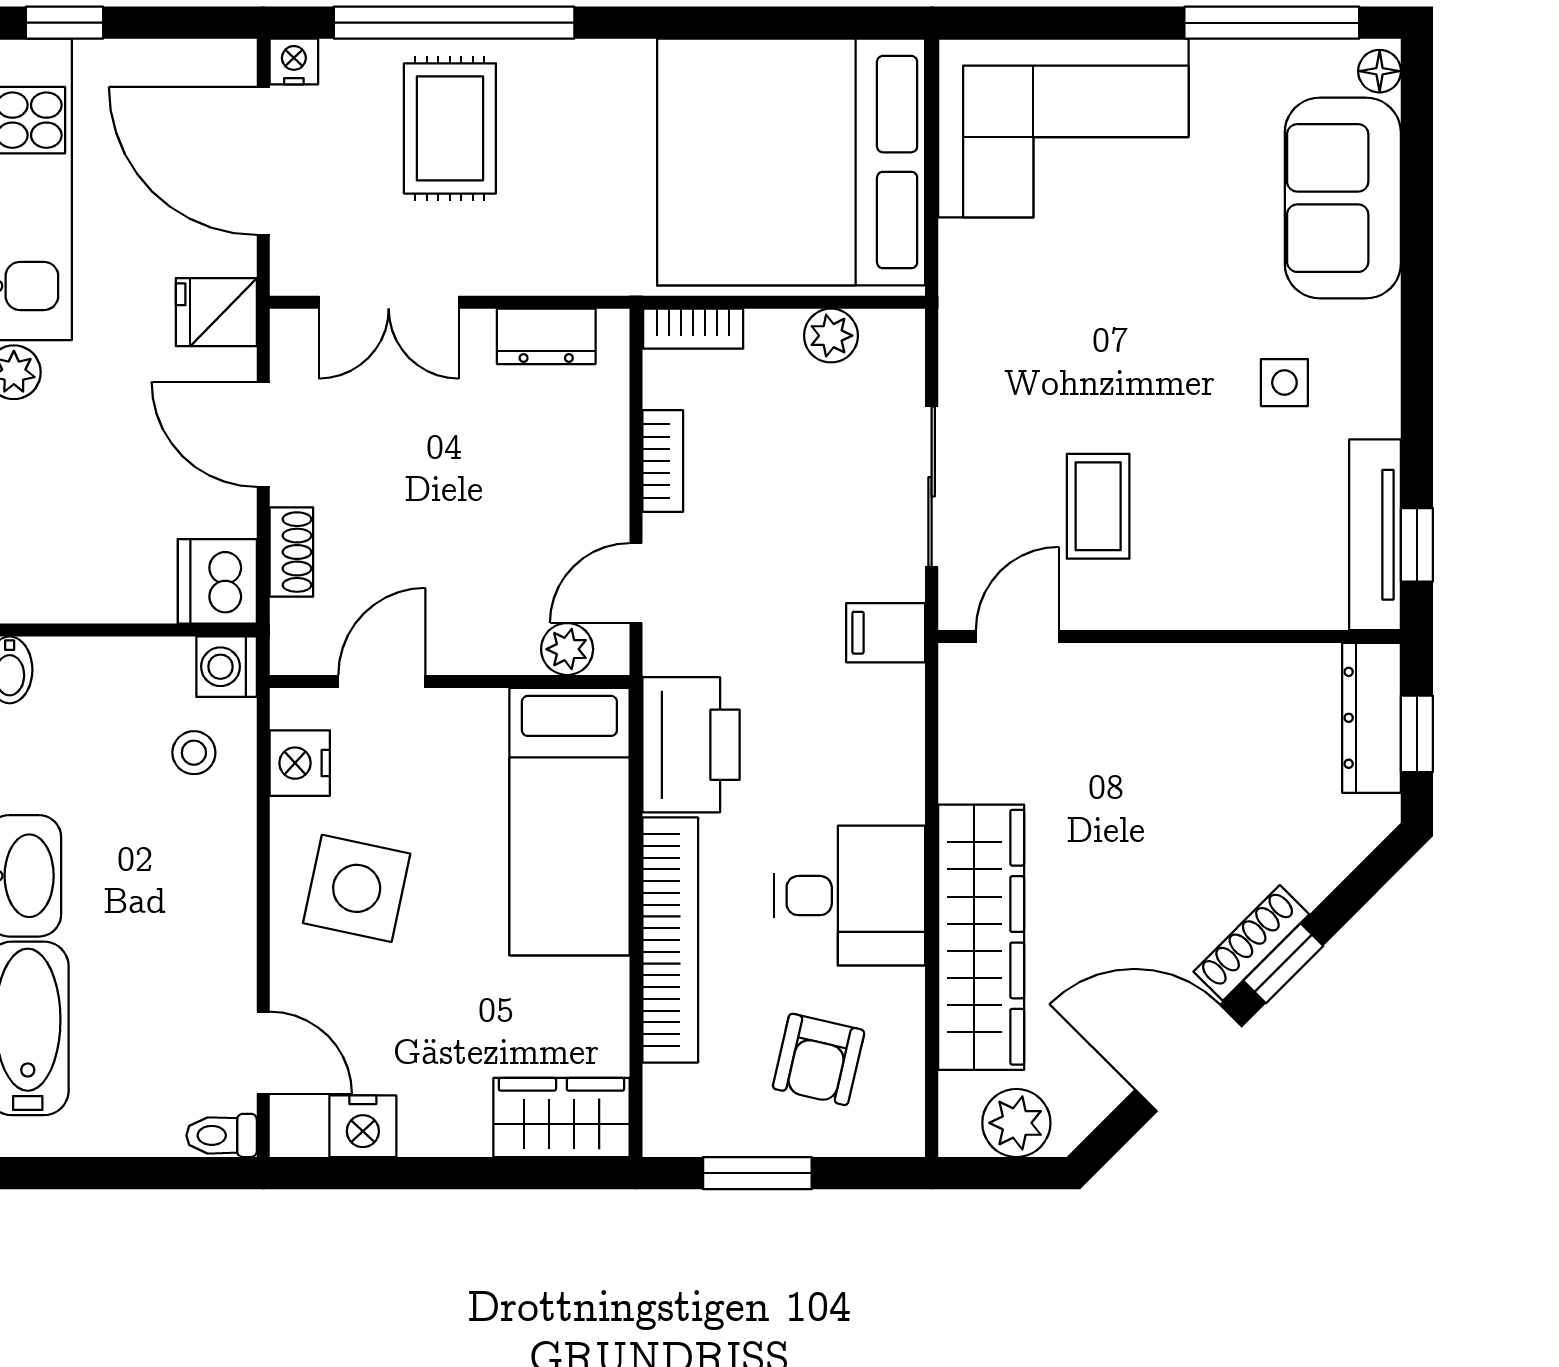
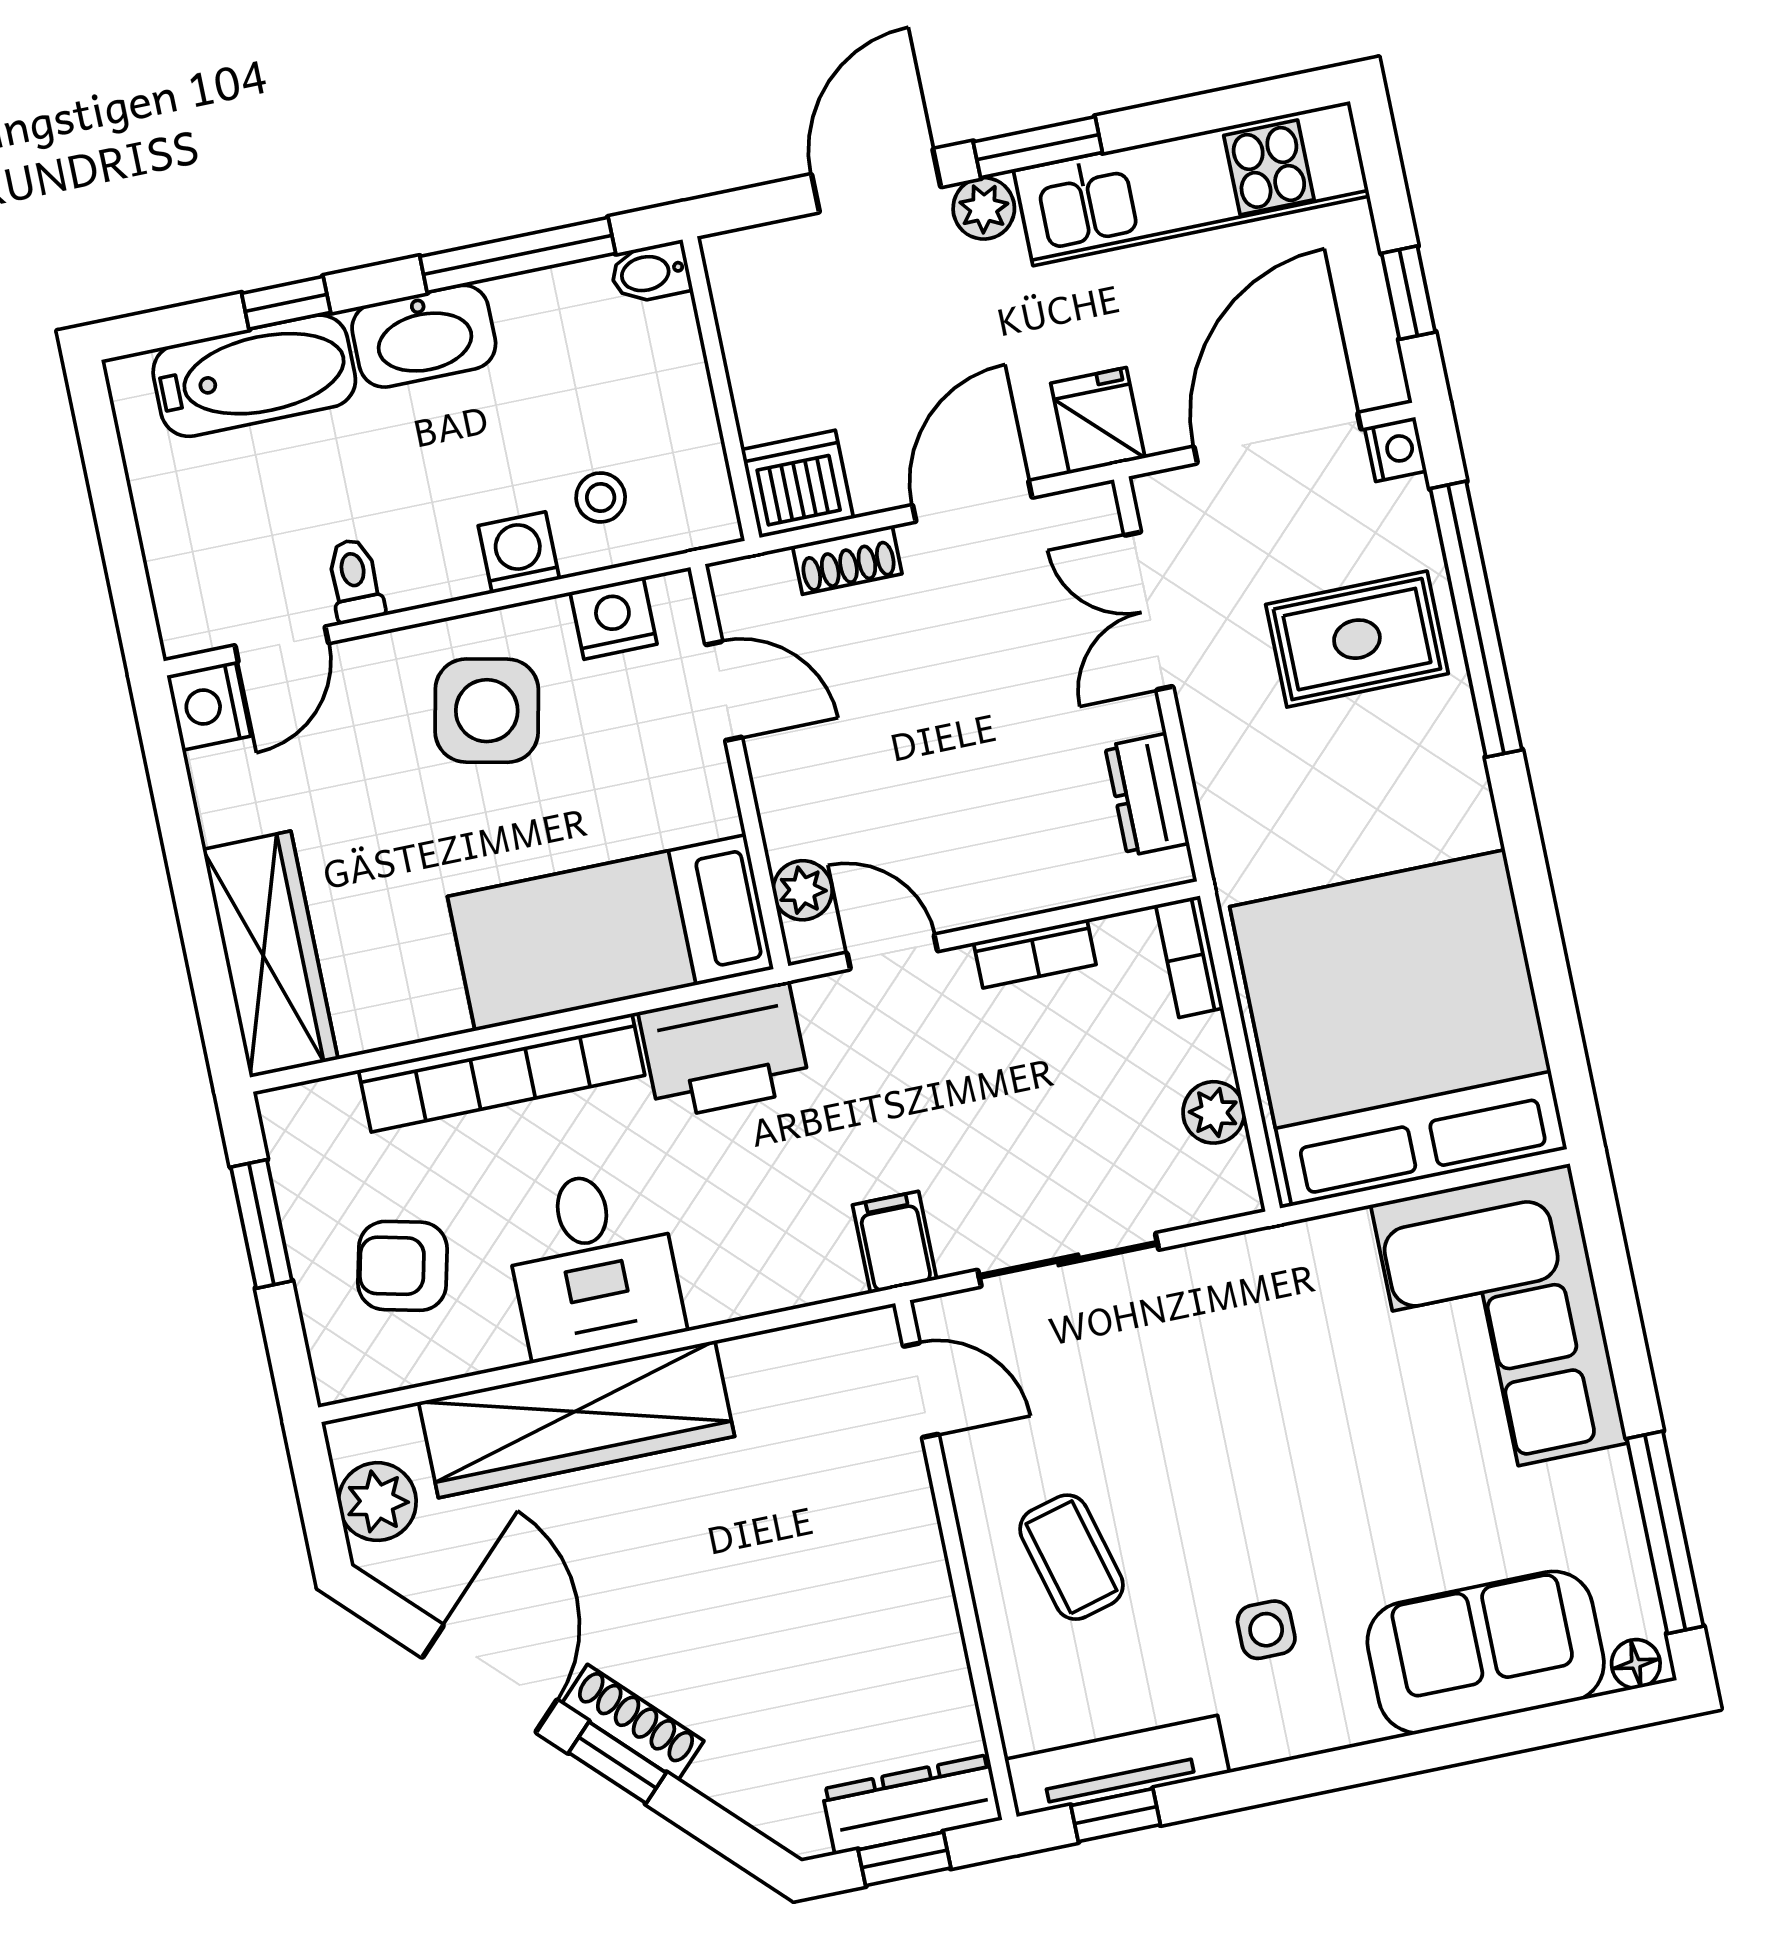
window: (65, 23) -> (1408, 293), moved
coffee table: (1098, 506) -> (1071, 1557), moved, turned 75
washing machine: (227, 667) -> (519, 552), moved
wardrobe: (561, 1118) -> (270, 954), width x1.50
nightstand: (363, 1126) -> (209, 706), moved
toilet: (222, 1135) -> (355, 581), moved

